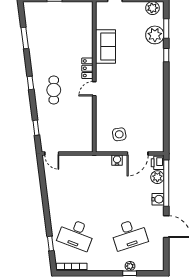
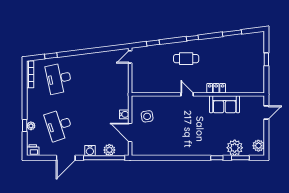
locker: (87, 68) -> (216, 88), moved
printer: (158, 163) -> (33, 150), moved
desk: (76, 234) -> (59, 78), turned -33

